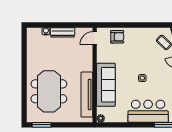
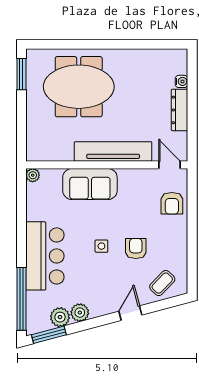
armchair: (144, 58) -> (136, 249), added
sofa: (106, 85) -> (90, 184), width x0.73
tv unit: (87, 95) -> (113, 151), moved

